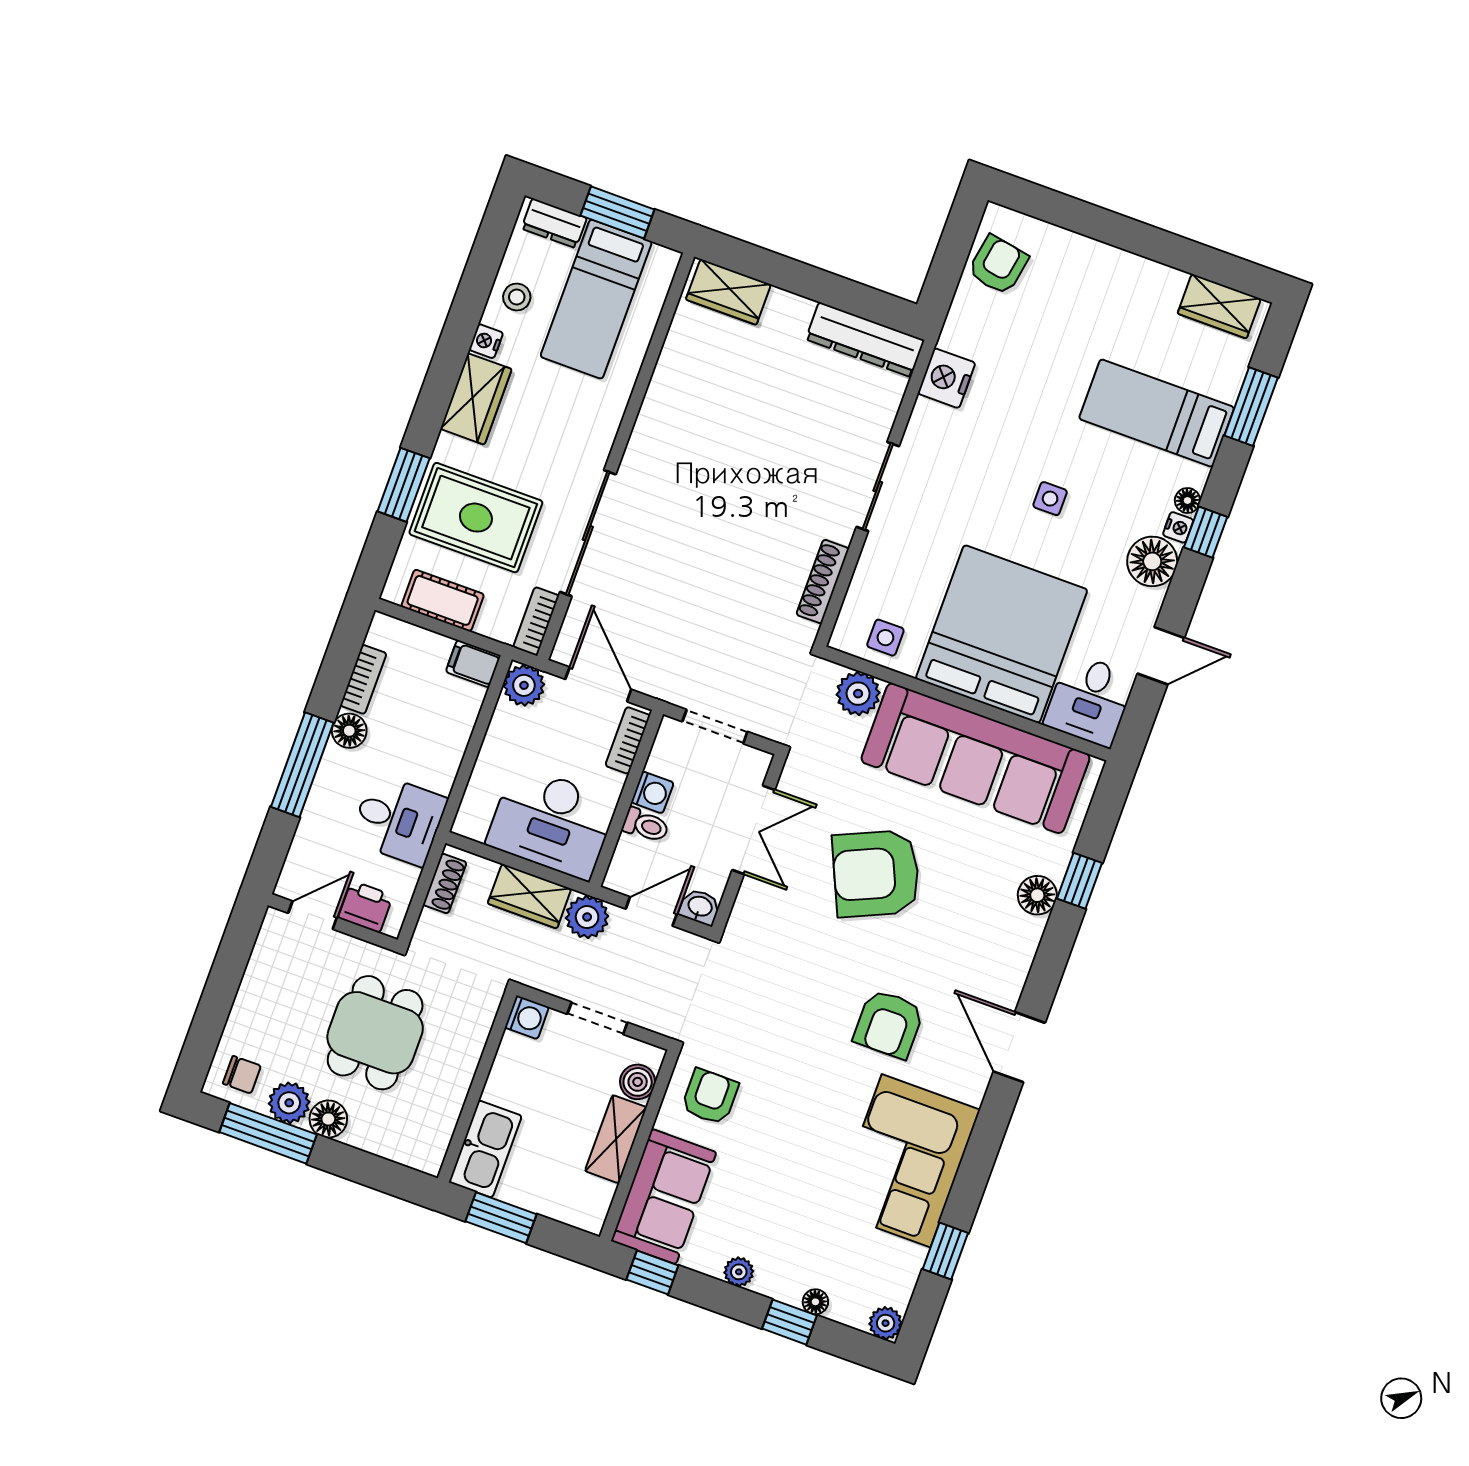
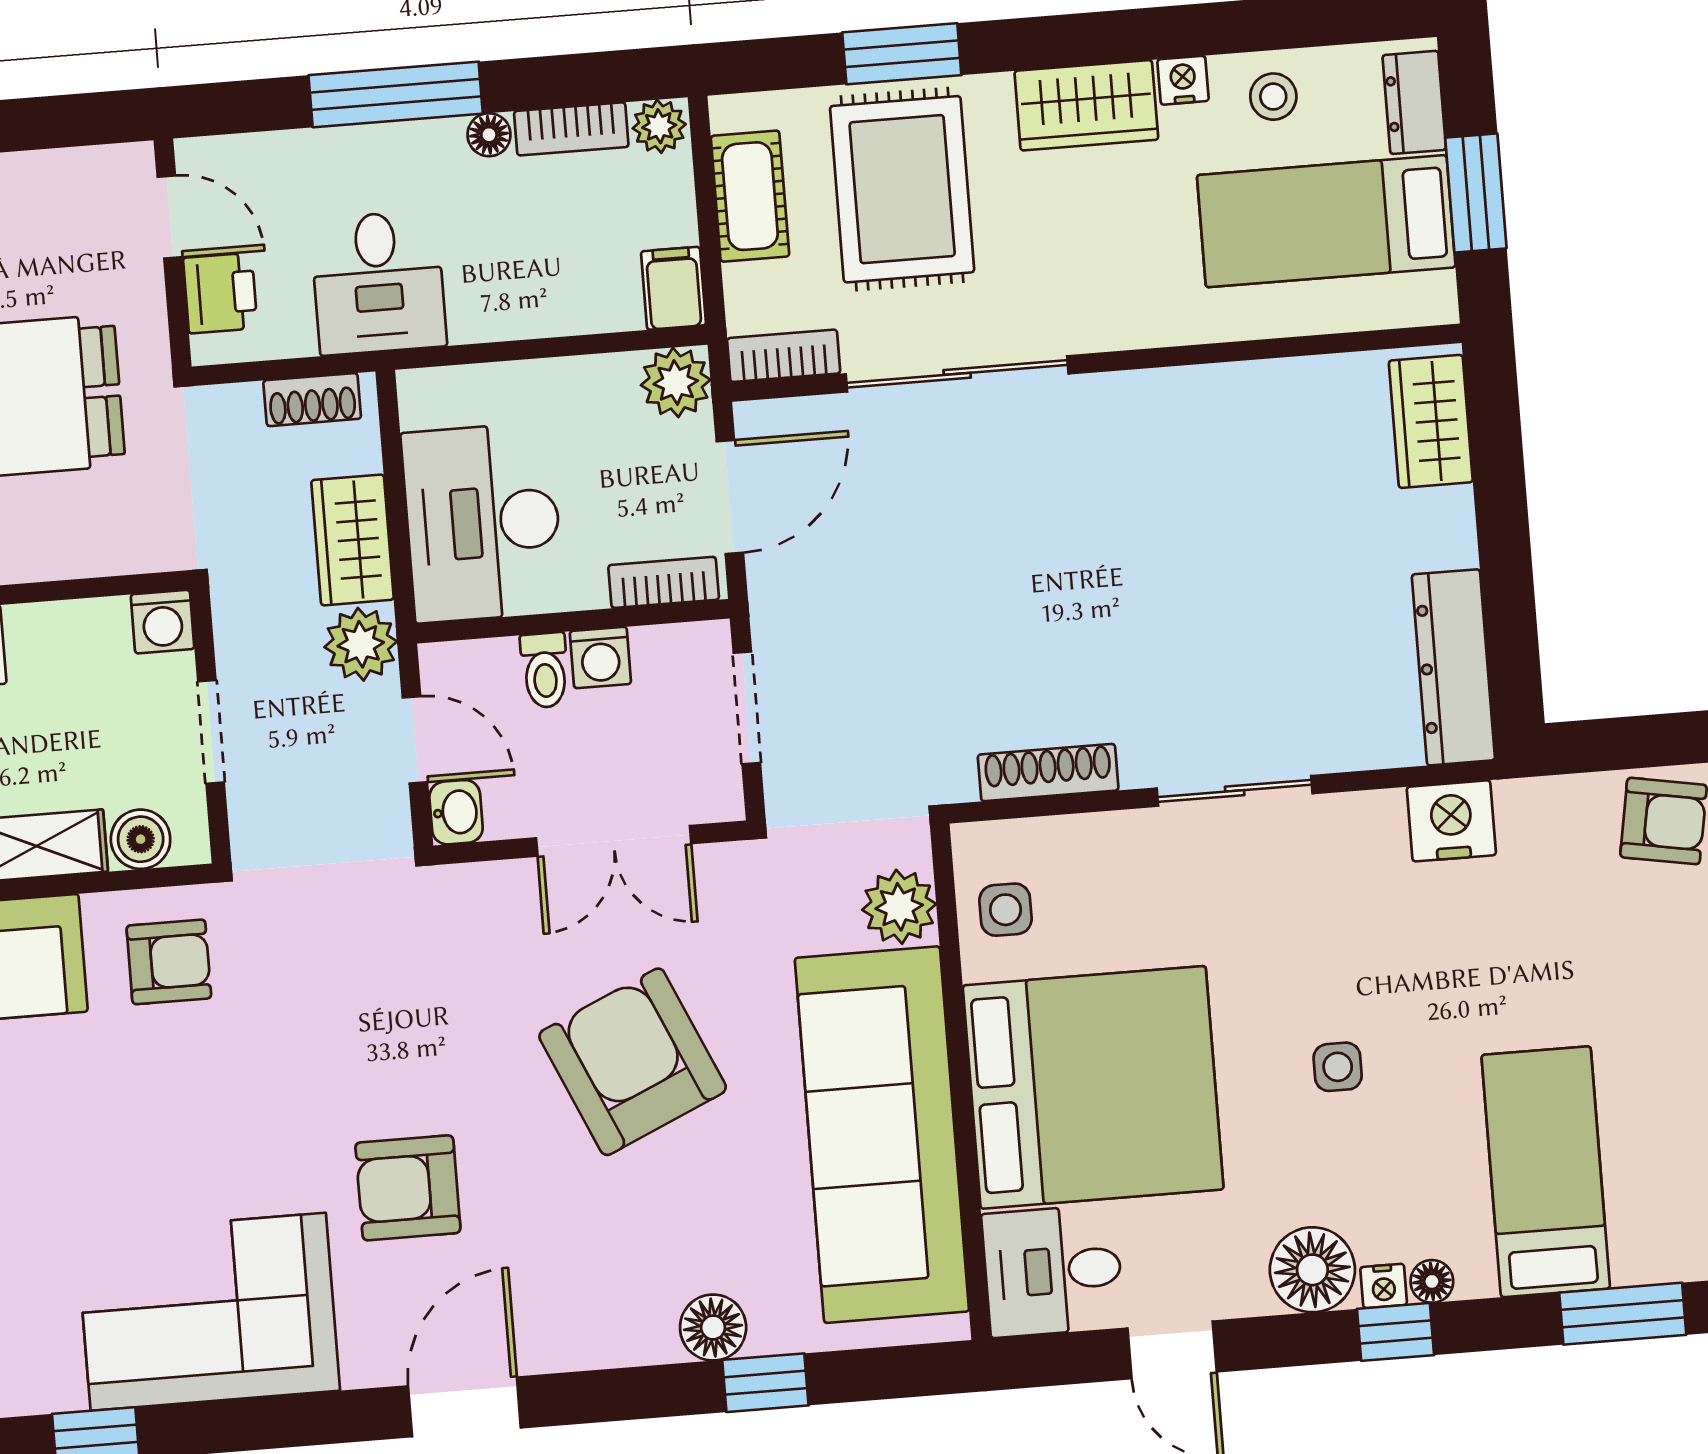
plant: (383, 632) -> (659, 126), added
floor lamp: (349, 731) -> (489, 135), width x0.73, depth x0.73

